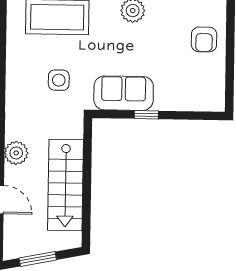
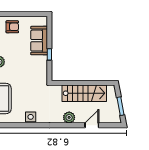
side table: (59, 80) -> (31, 117), moved
sofa: (124, 93) -> (39, 41), moved

